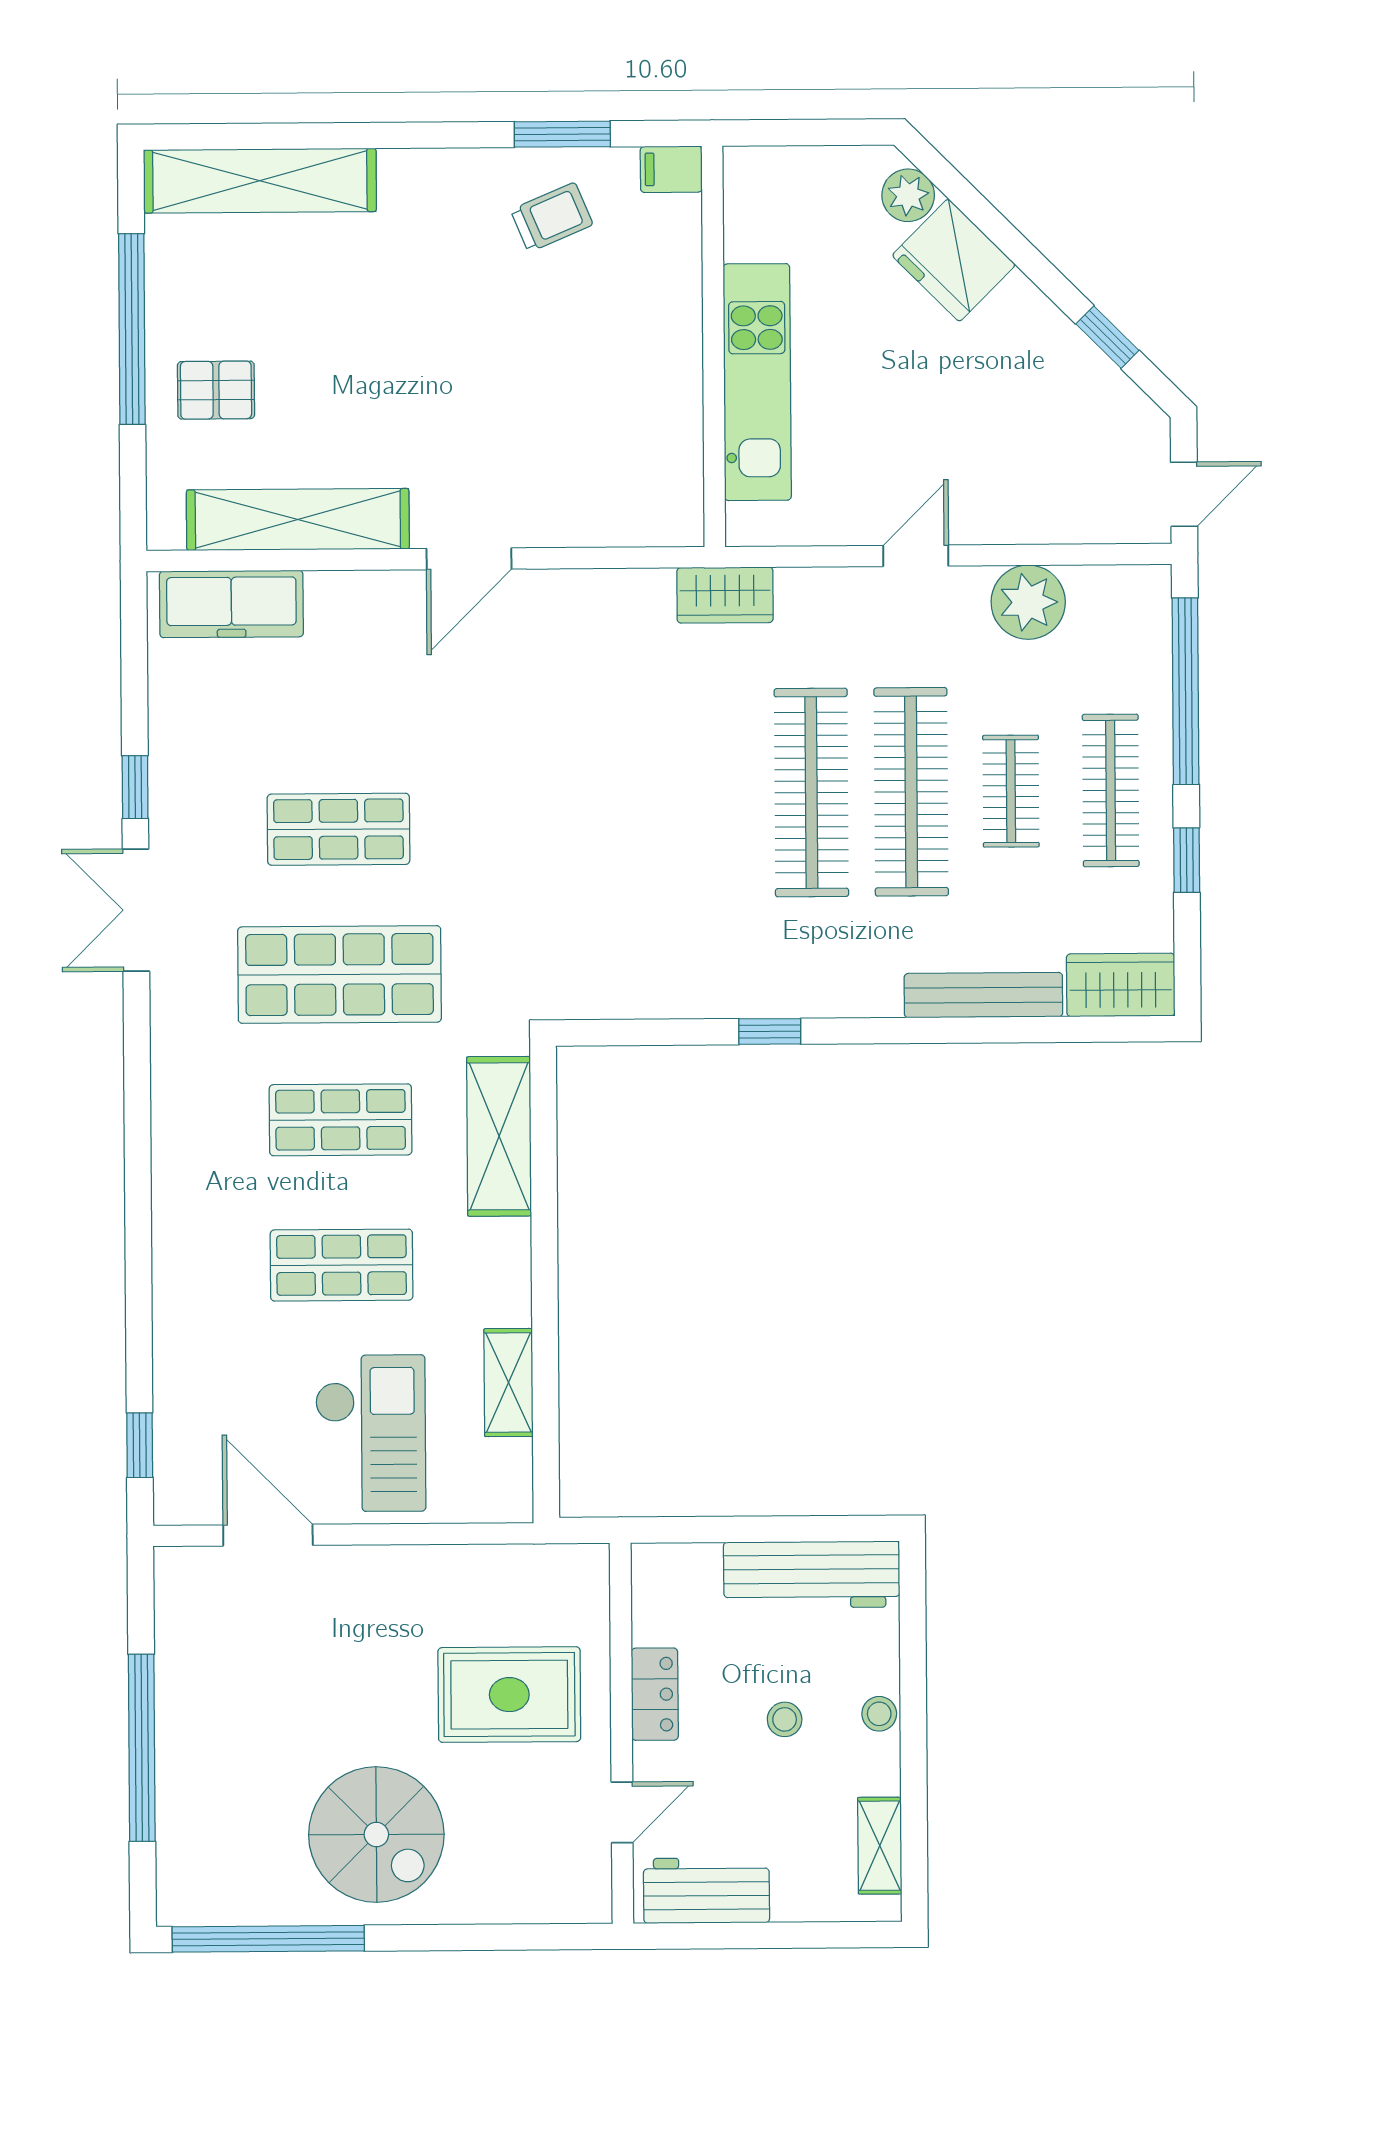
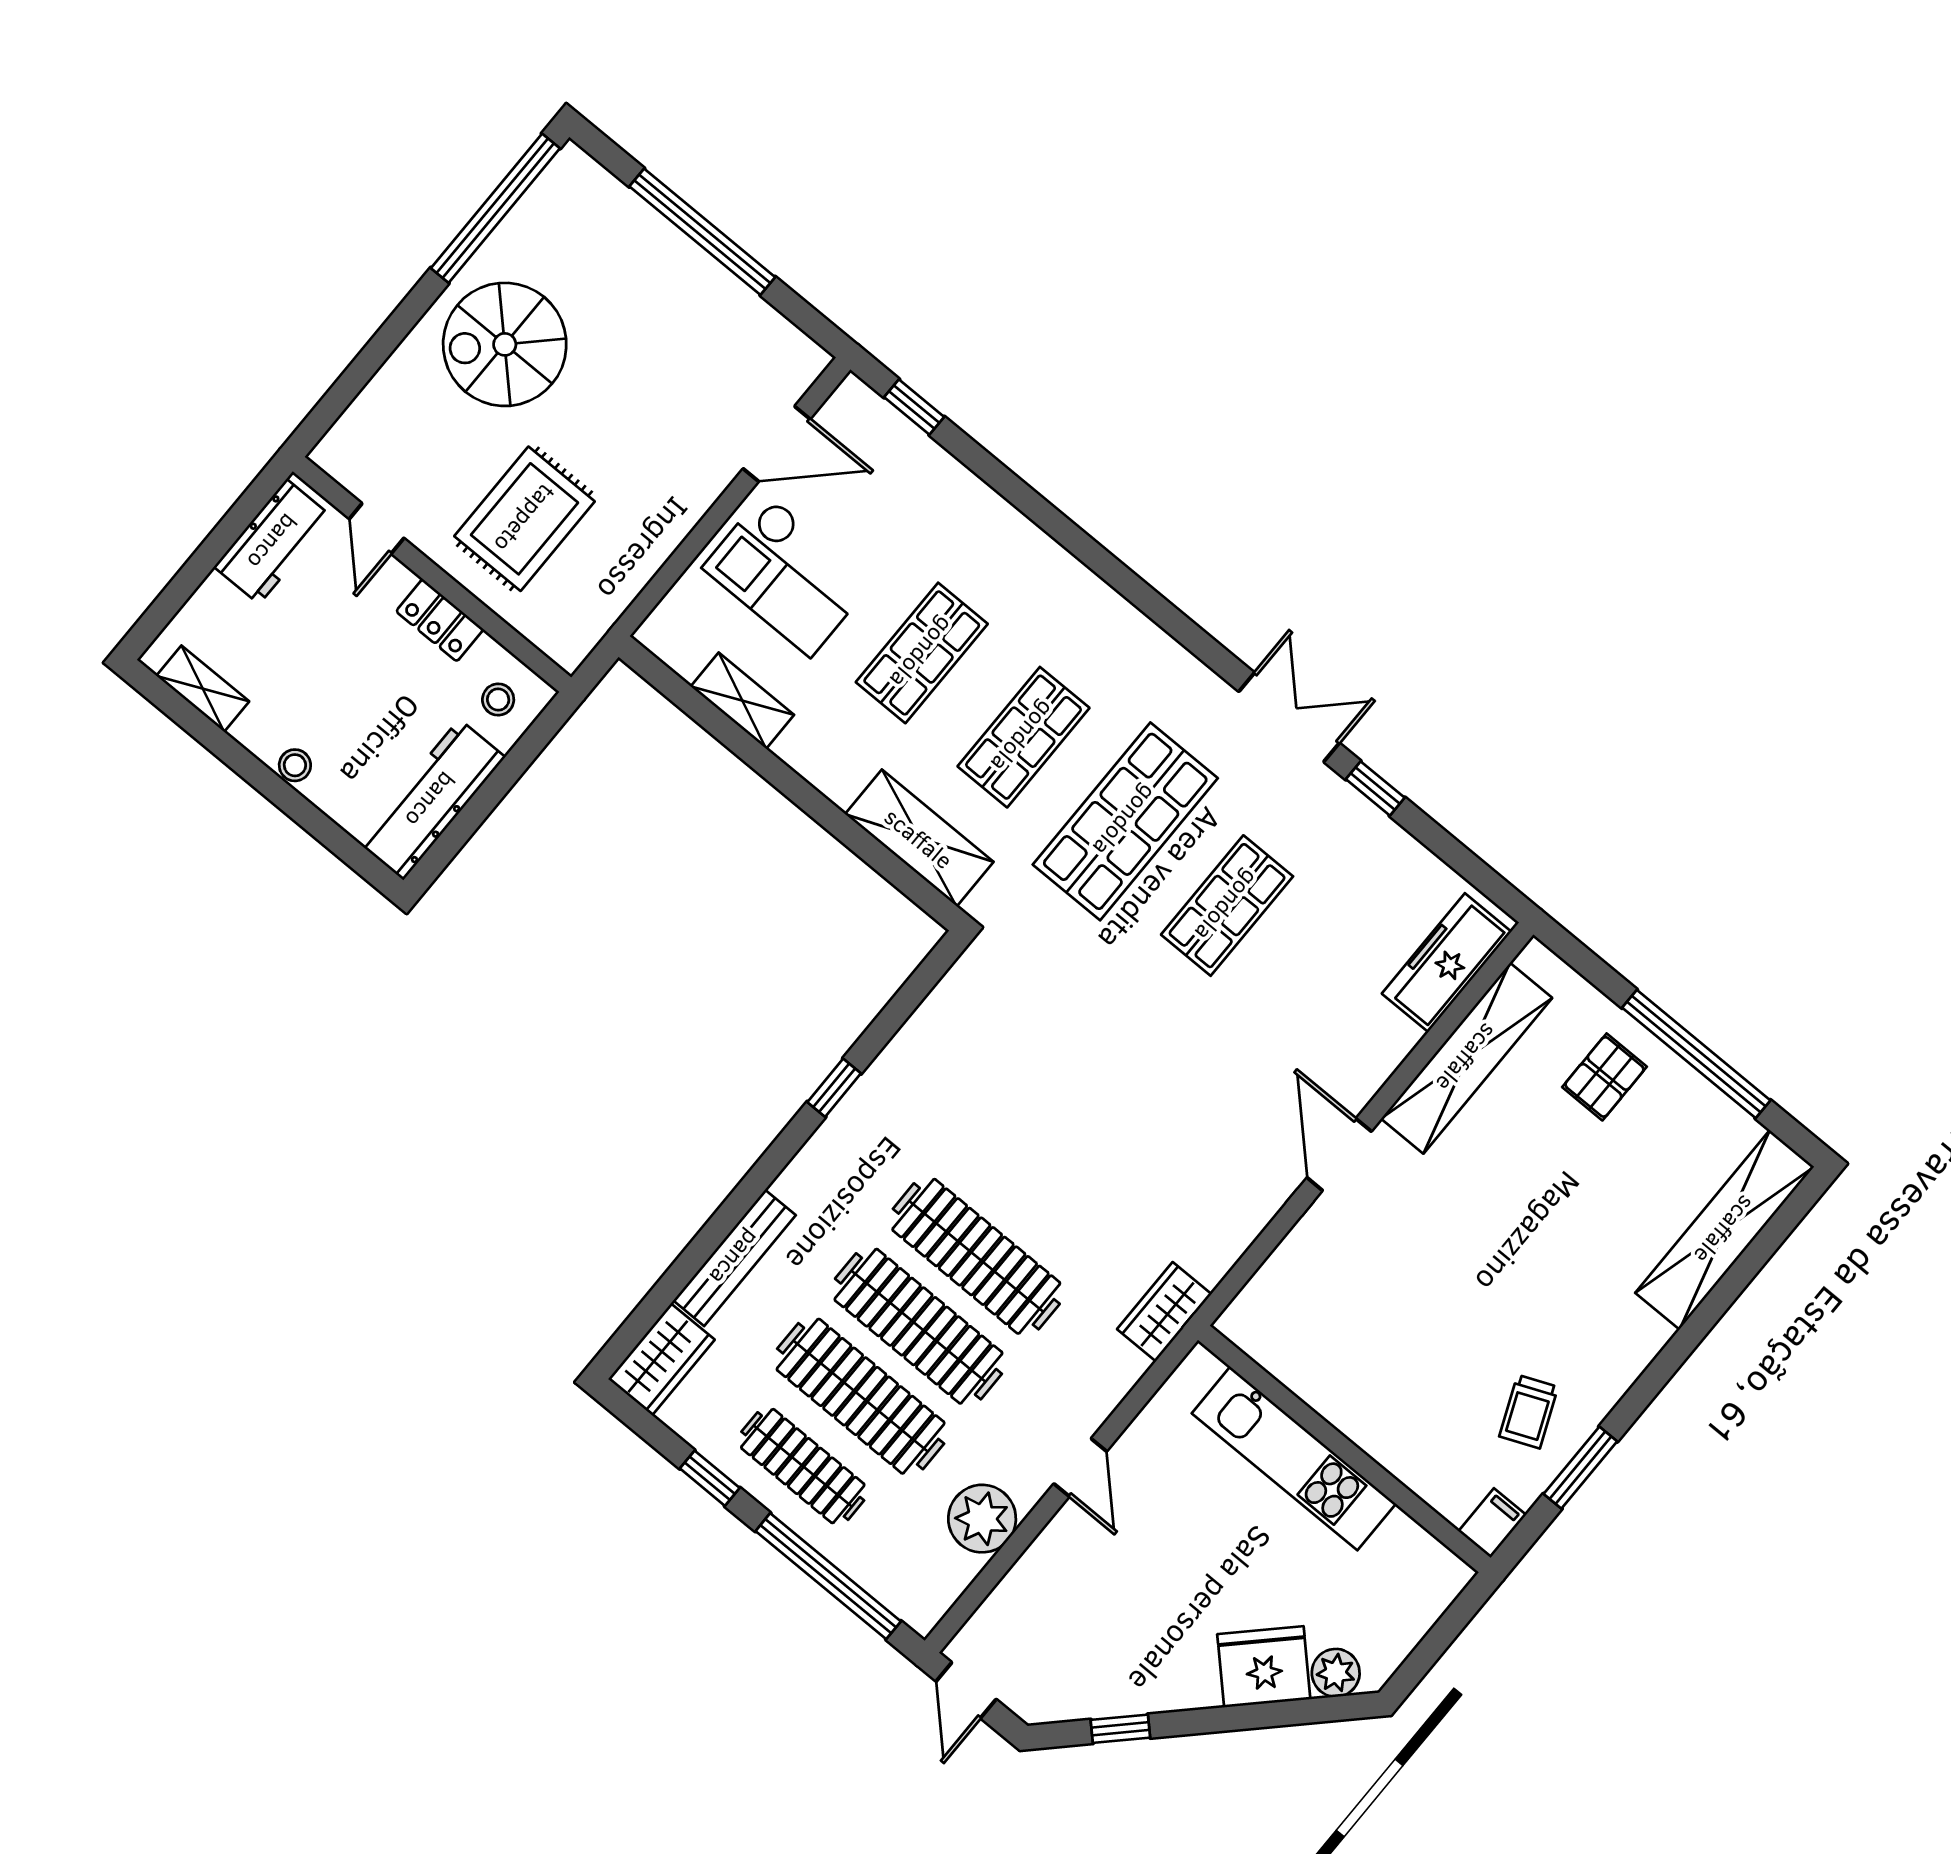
clothes rail: (1011, 791) -> (861, 1396), width x1.86, depth x1.31
stool: (785, 1719) -> (498, 700), moved

